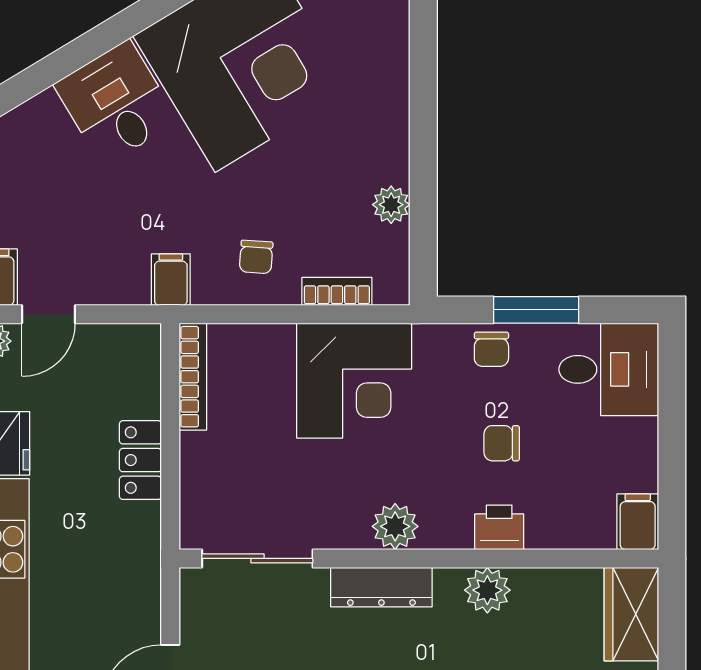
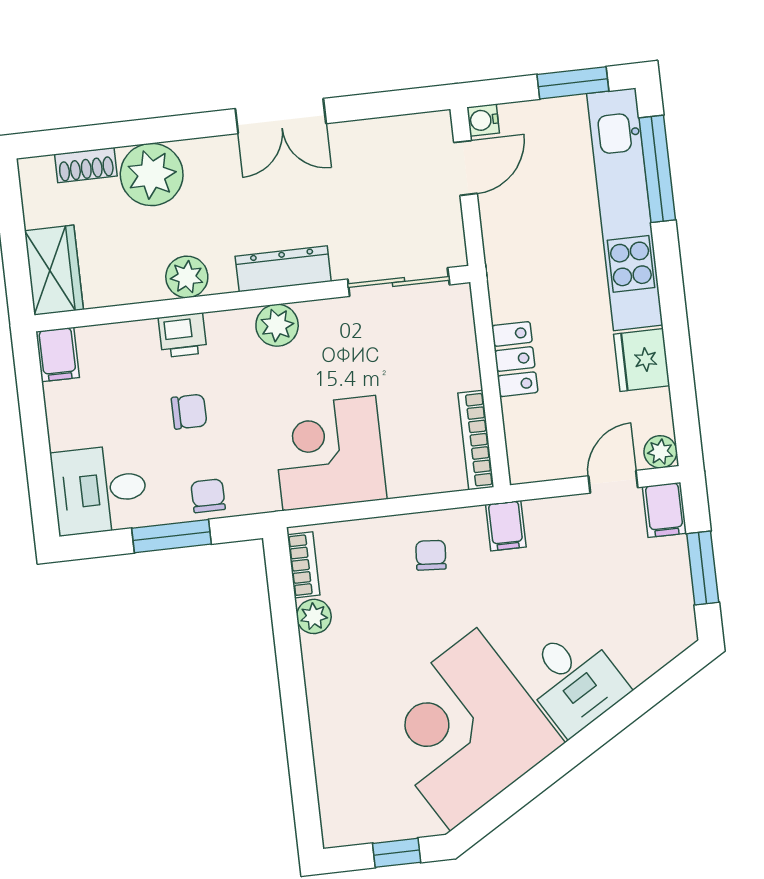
bookcase: (337, 291) -> (304, 565), moved, turned -90

